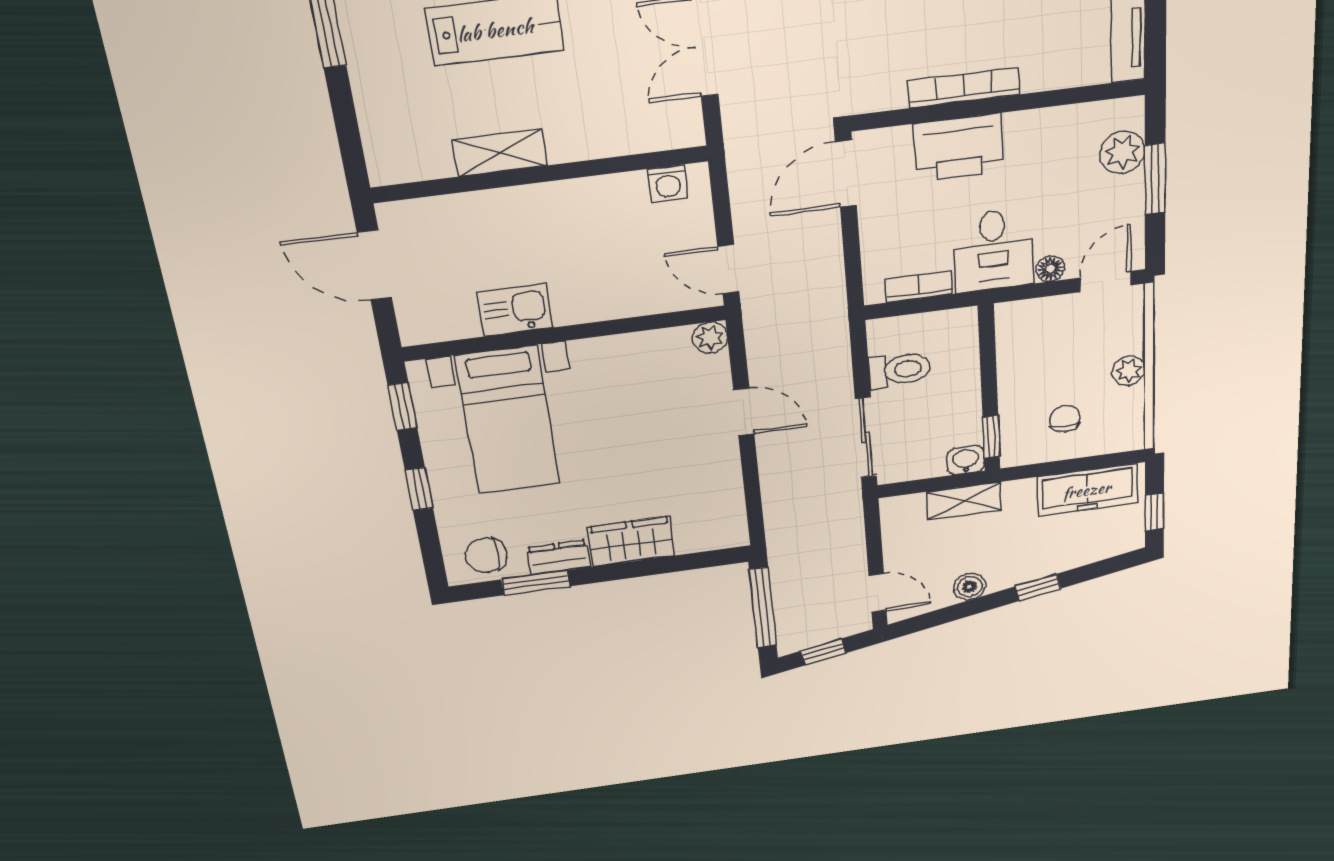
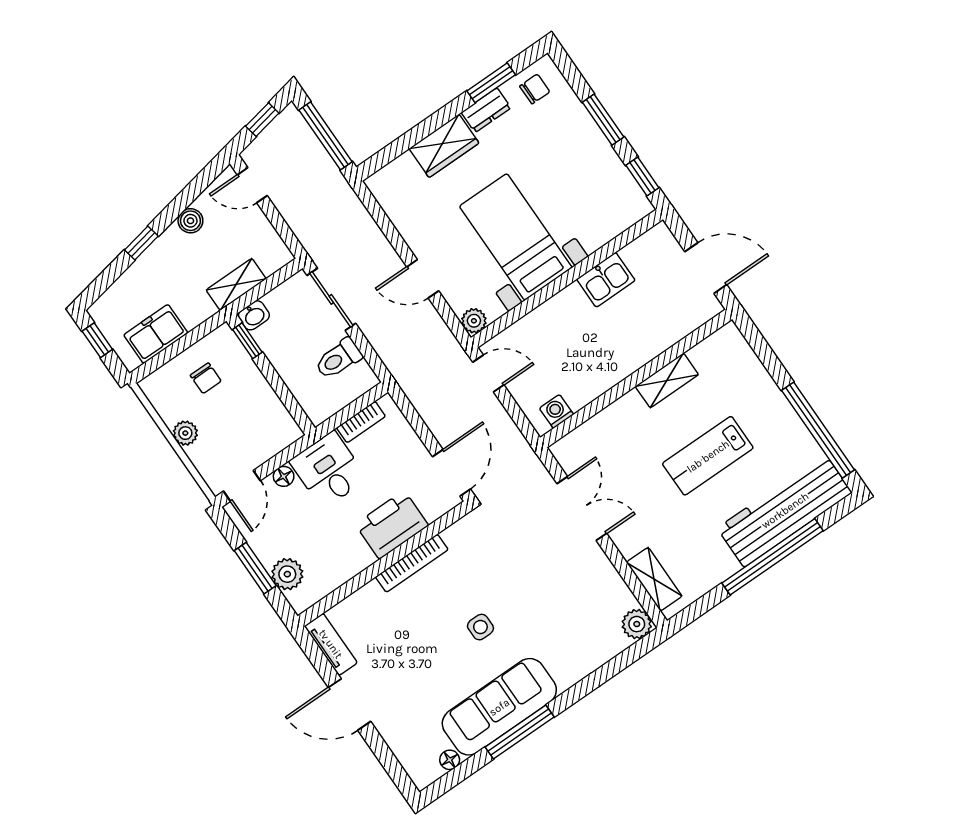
bed with nightstands: (508, 420) -> (516, 237), moved
window: (419, 489) -> (603, 120), width x1.50
freezer: (1087, 490) -> (156, 334), width x0.71
chair: (486, 555) -> (535, 89), width x0.73, depth x0.73

